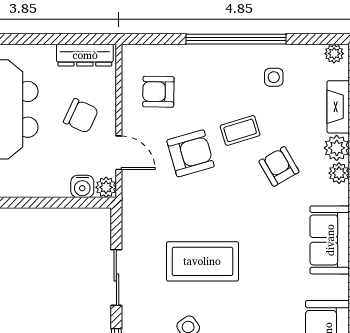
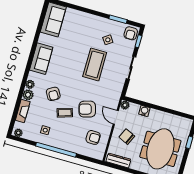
water cooler: (82, 186) -> (144, 111), moved
coffee table: (202, 261) -> (95, 64), turned 90

